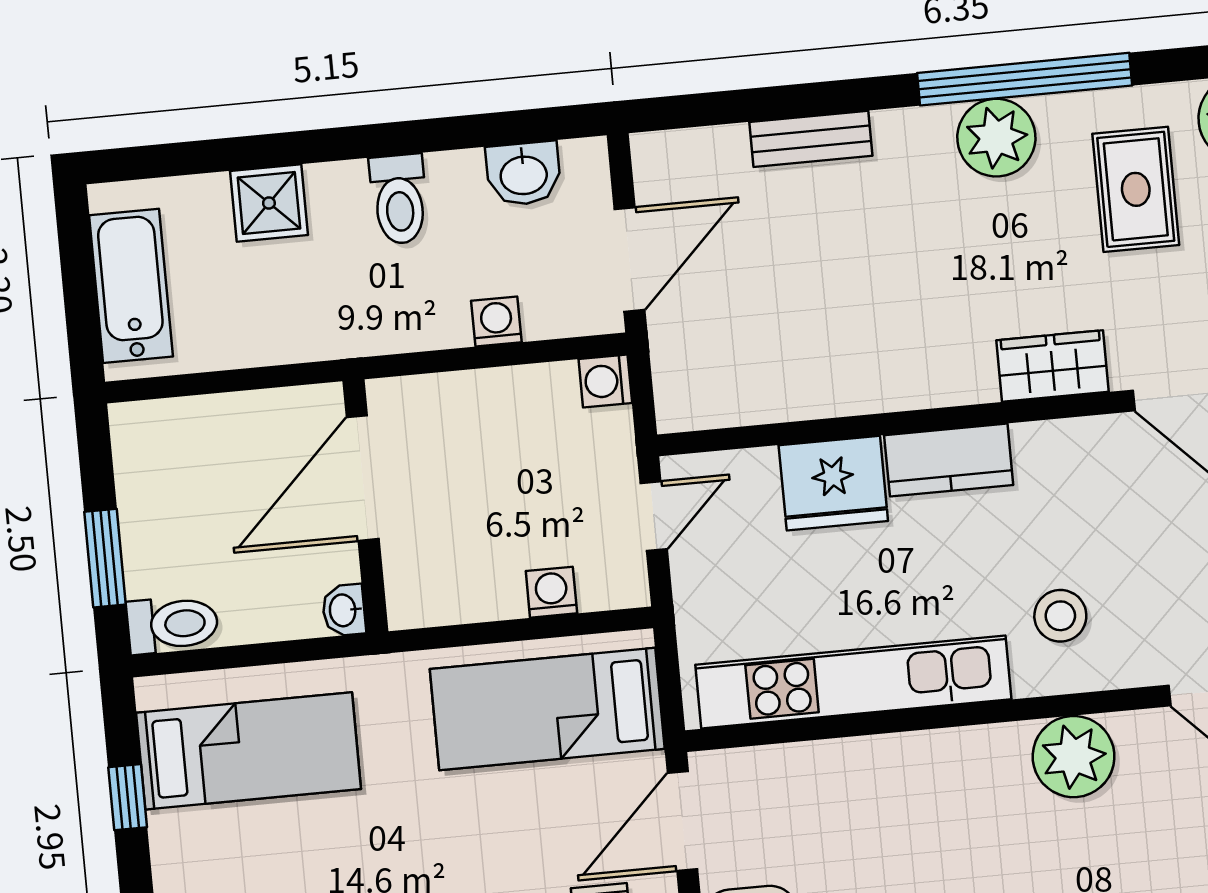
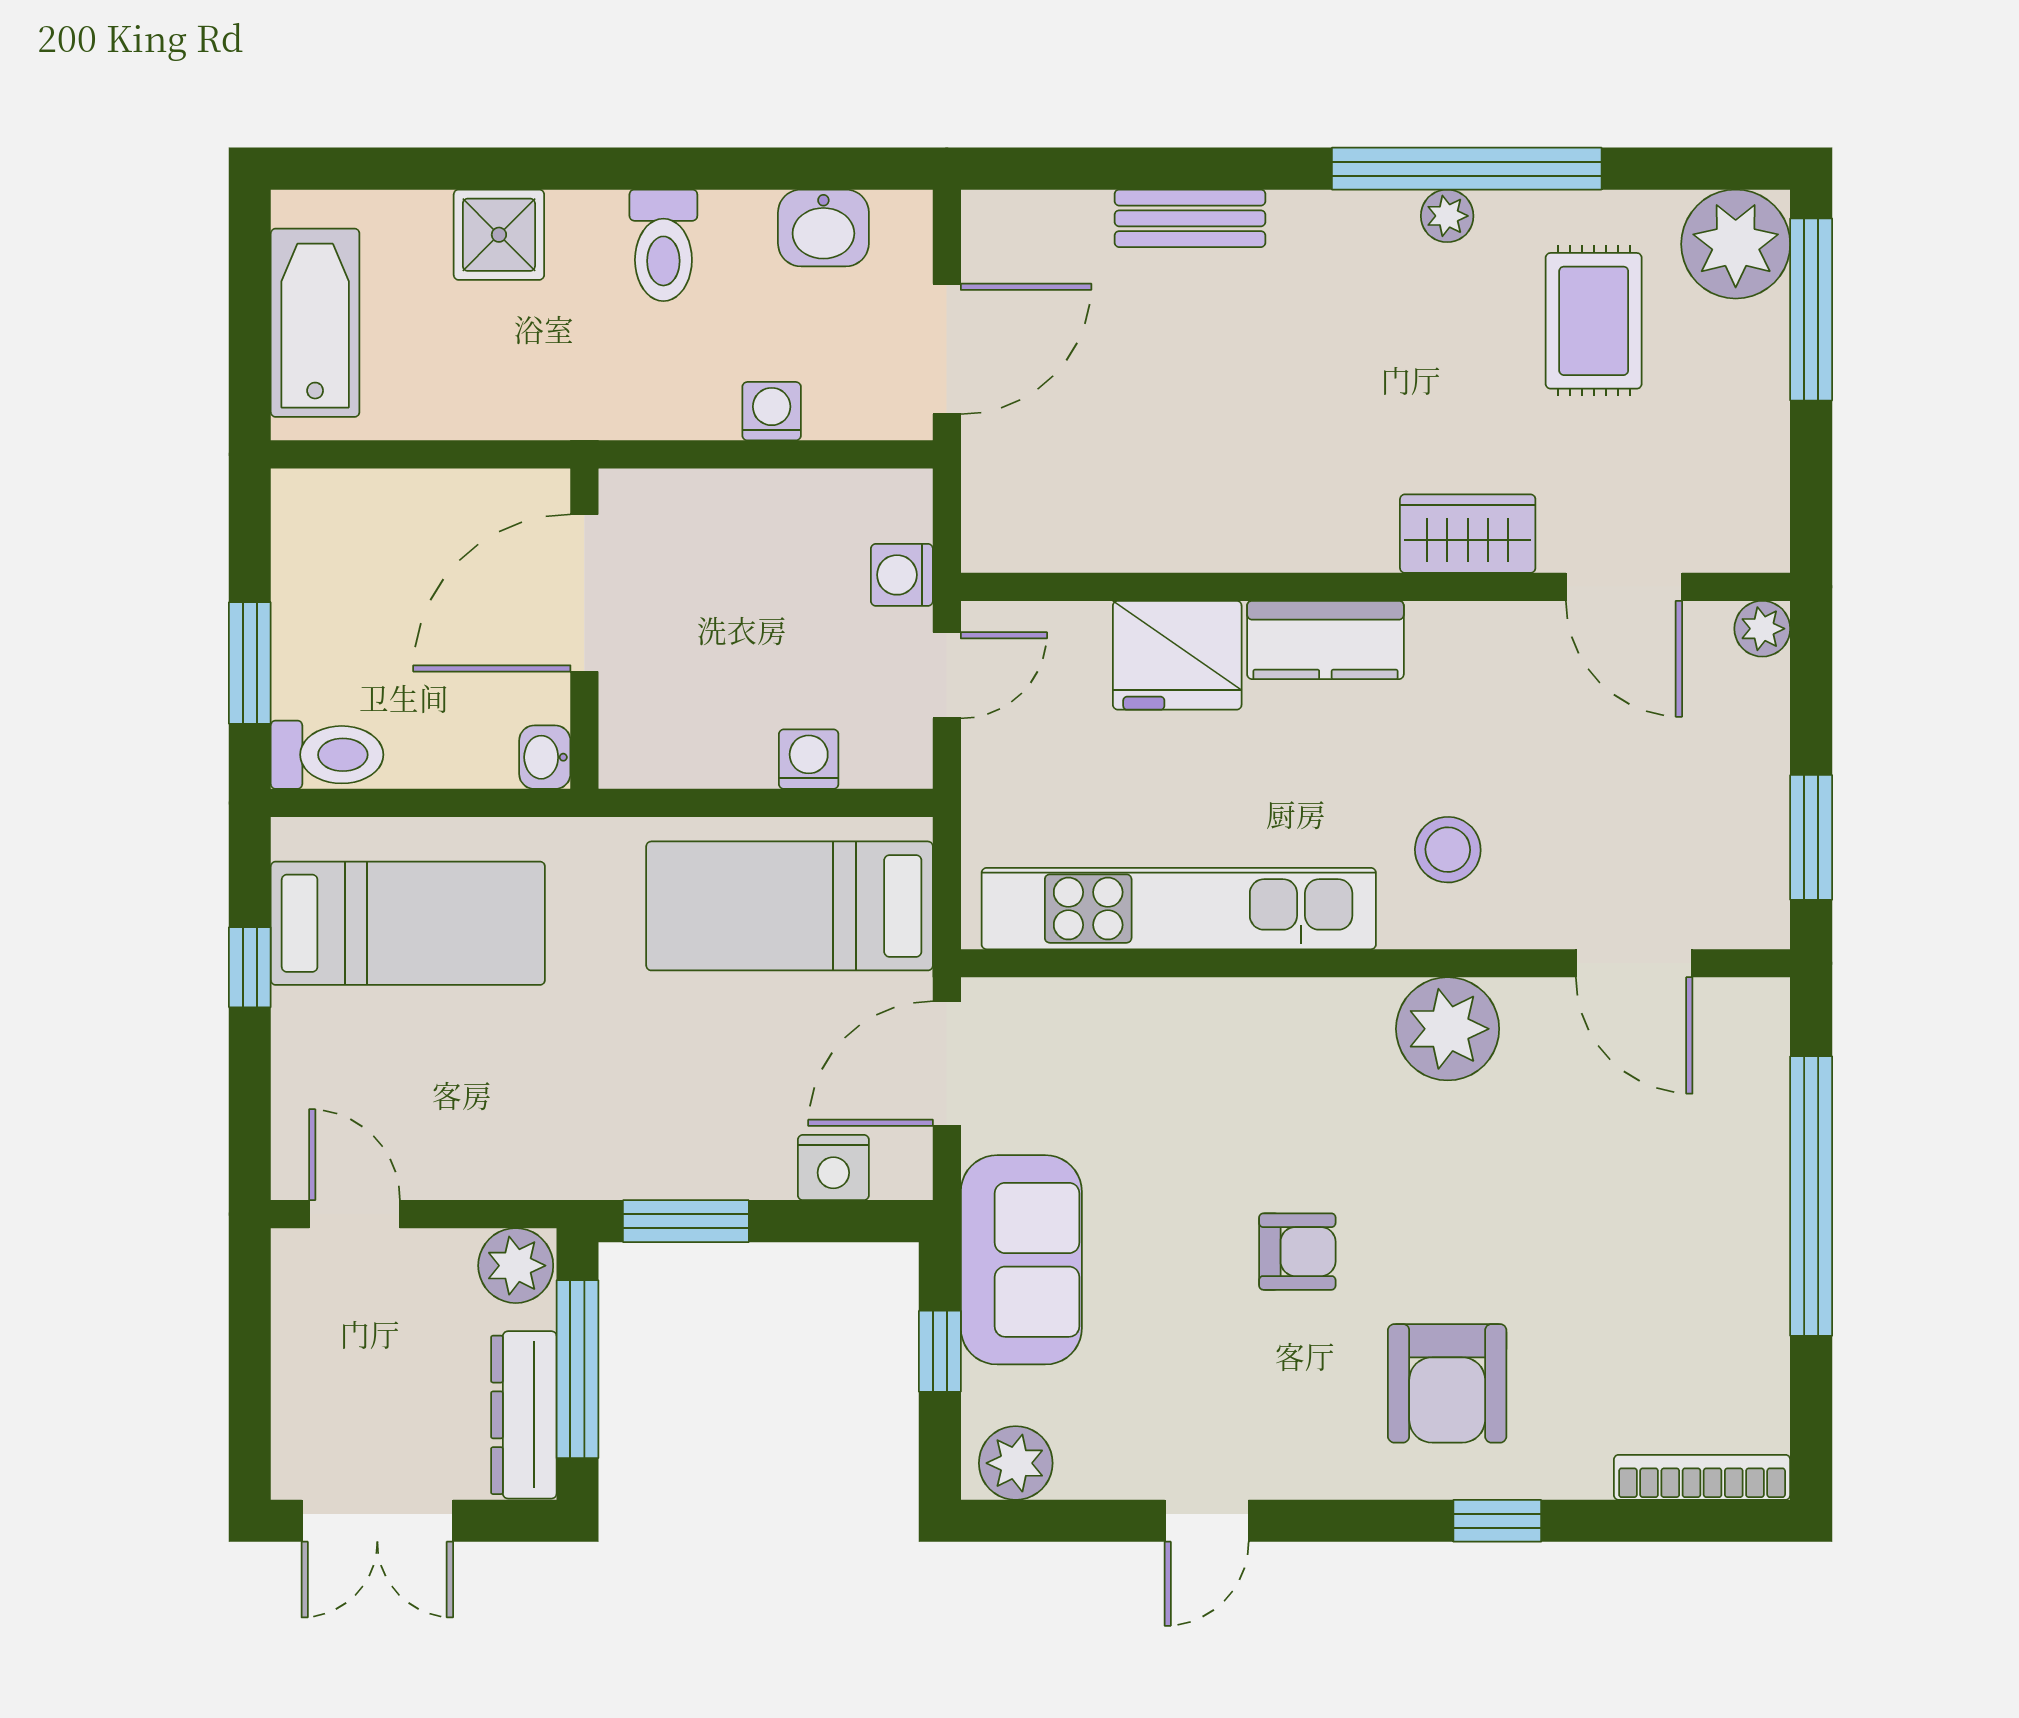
plant: (996, 138) -> (1447, 216), width x0.53, depth x0.53
washing machine: (605, 381) -> (902, 575), moved

